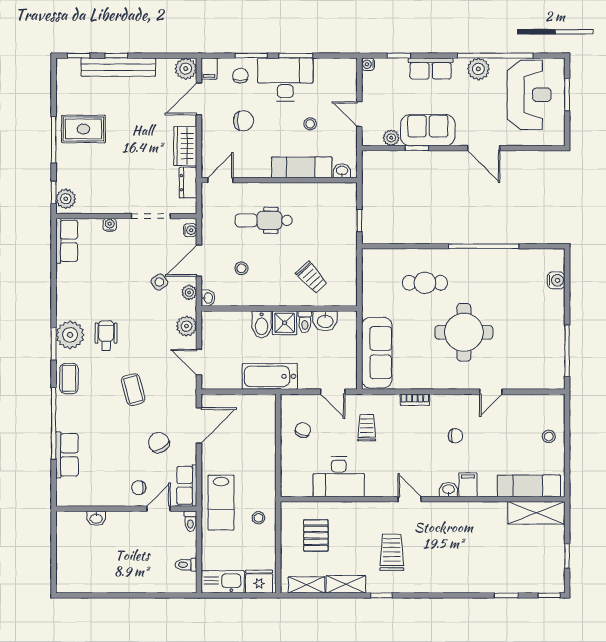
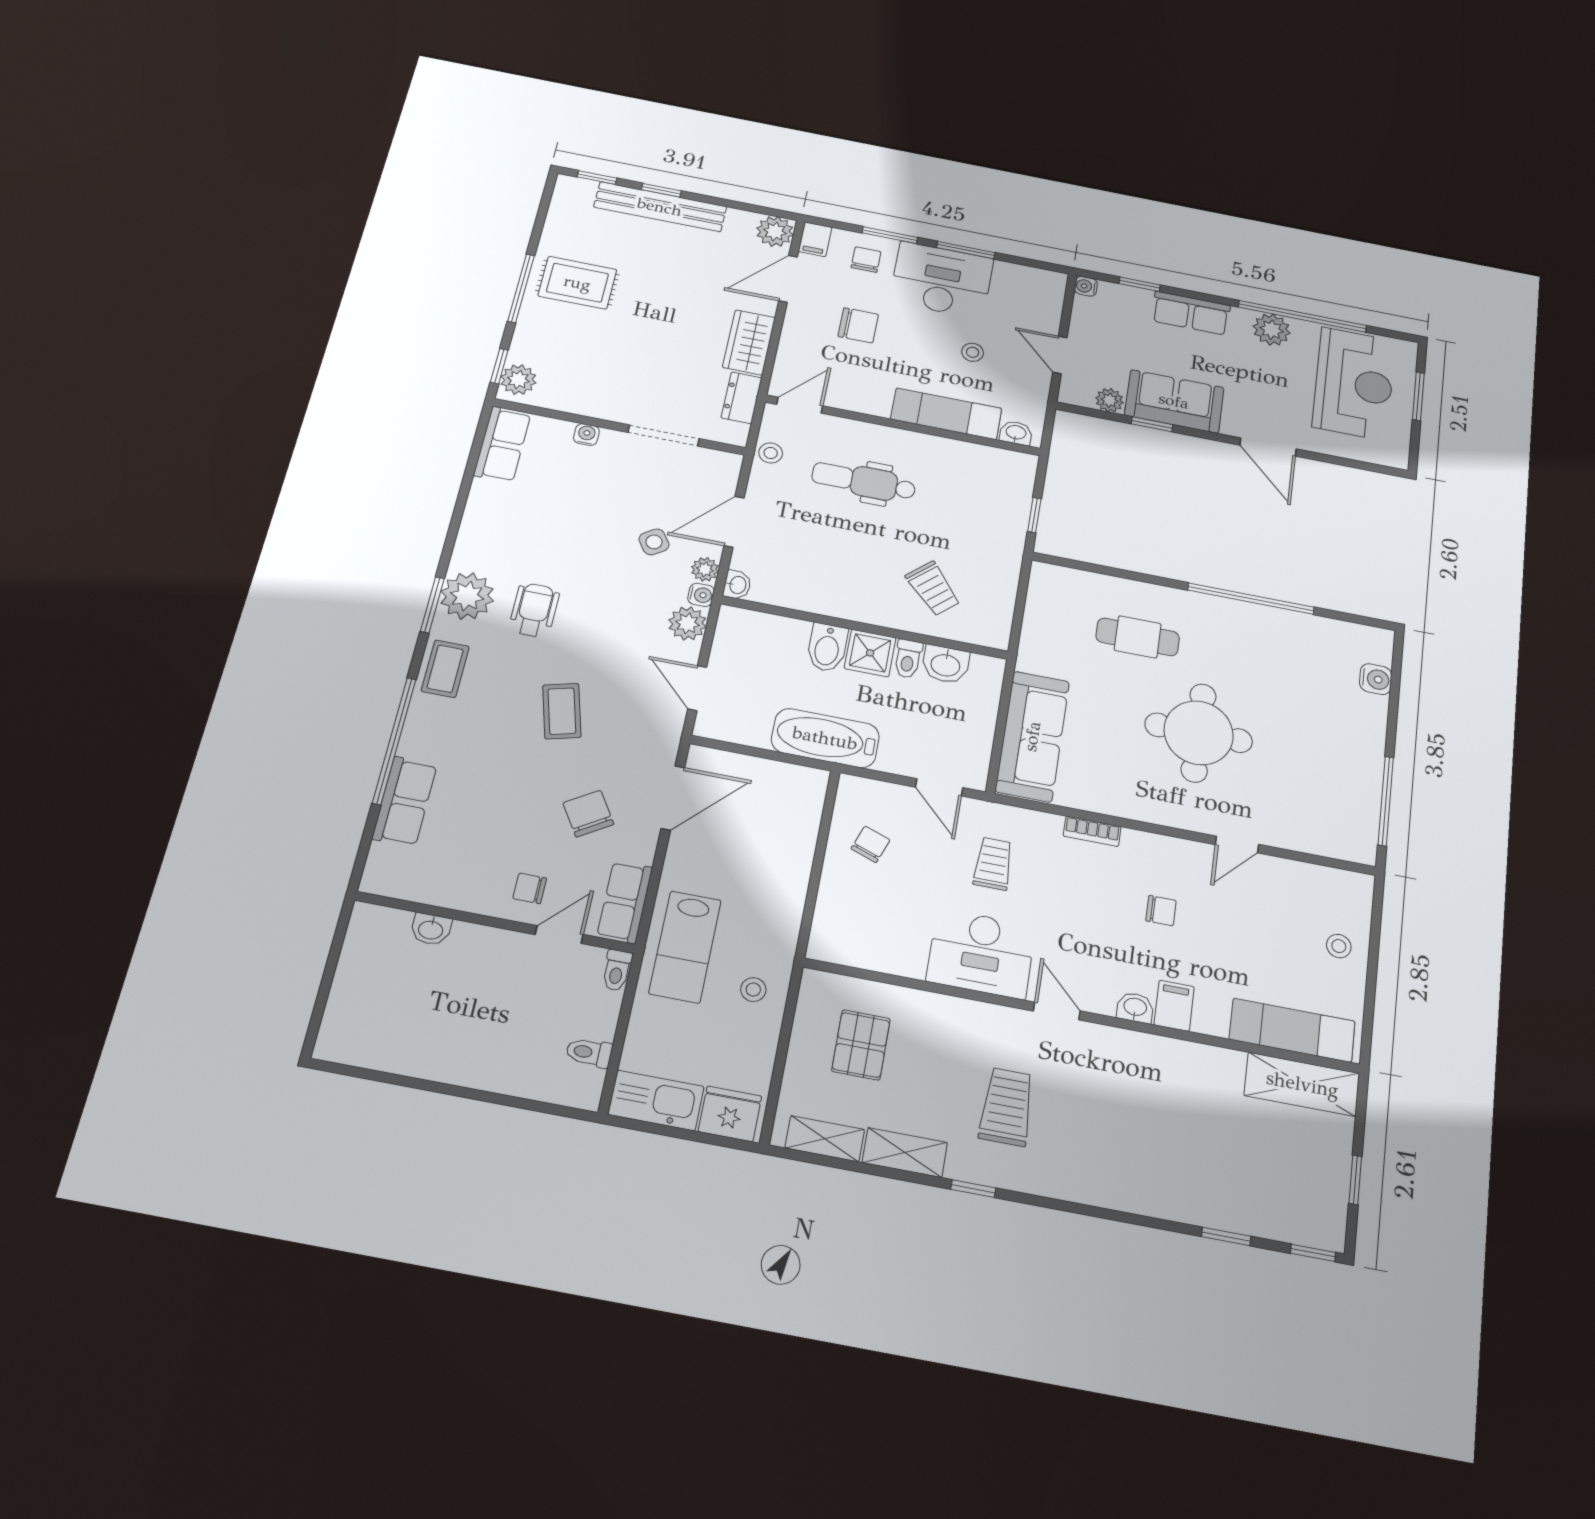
water cooler: (190, 230) -> (701, 595), moved
stool: (241, 268) -> (771, 453), moved
desk: (339, 477) -> (981, 954), moved

